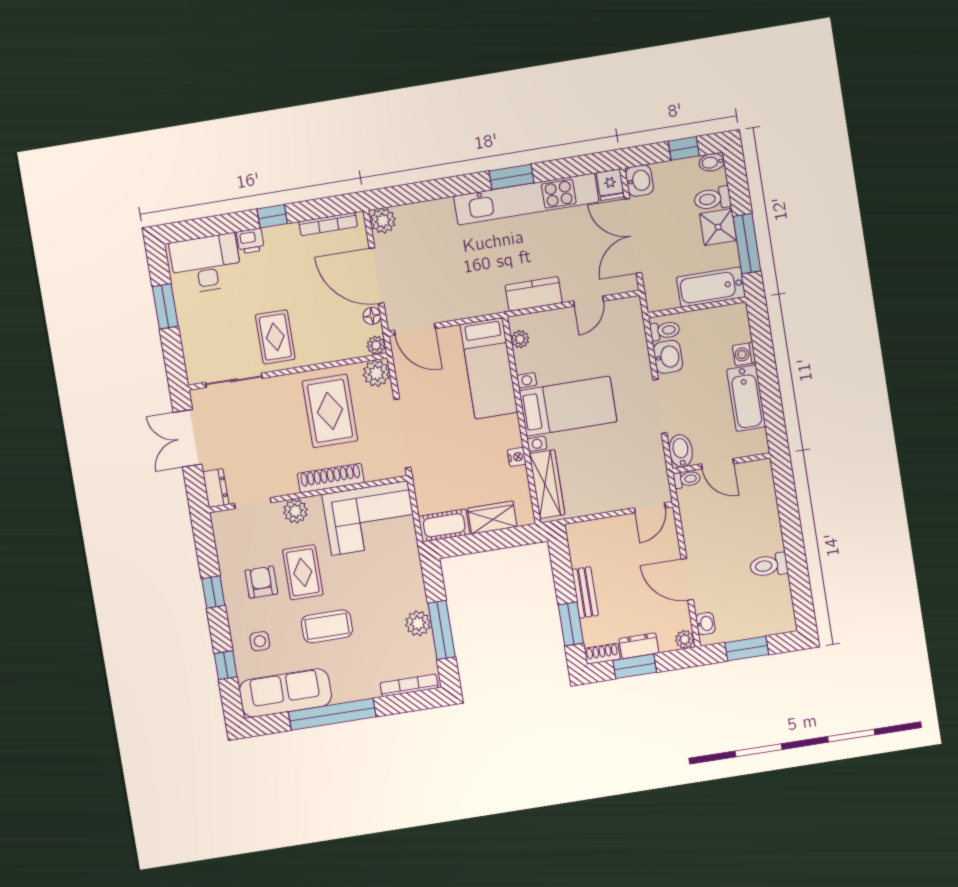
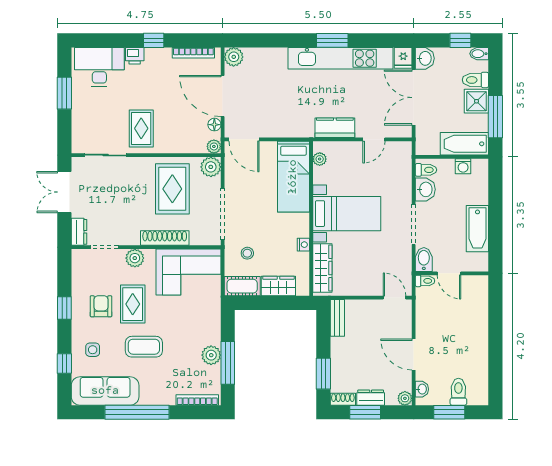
washing machine: (744, 354) -> (463, 166), moved, turned -90
stool: (444, 480) -> (247, 253), added
door: (650, 508) -> (395, 298), swing flipped
toilet: (769, 565) -> (458, 392), moved, turned 90
bench: (585, 592) -> (337, 318), moved

